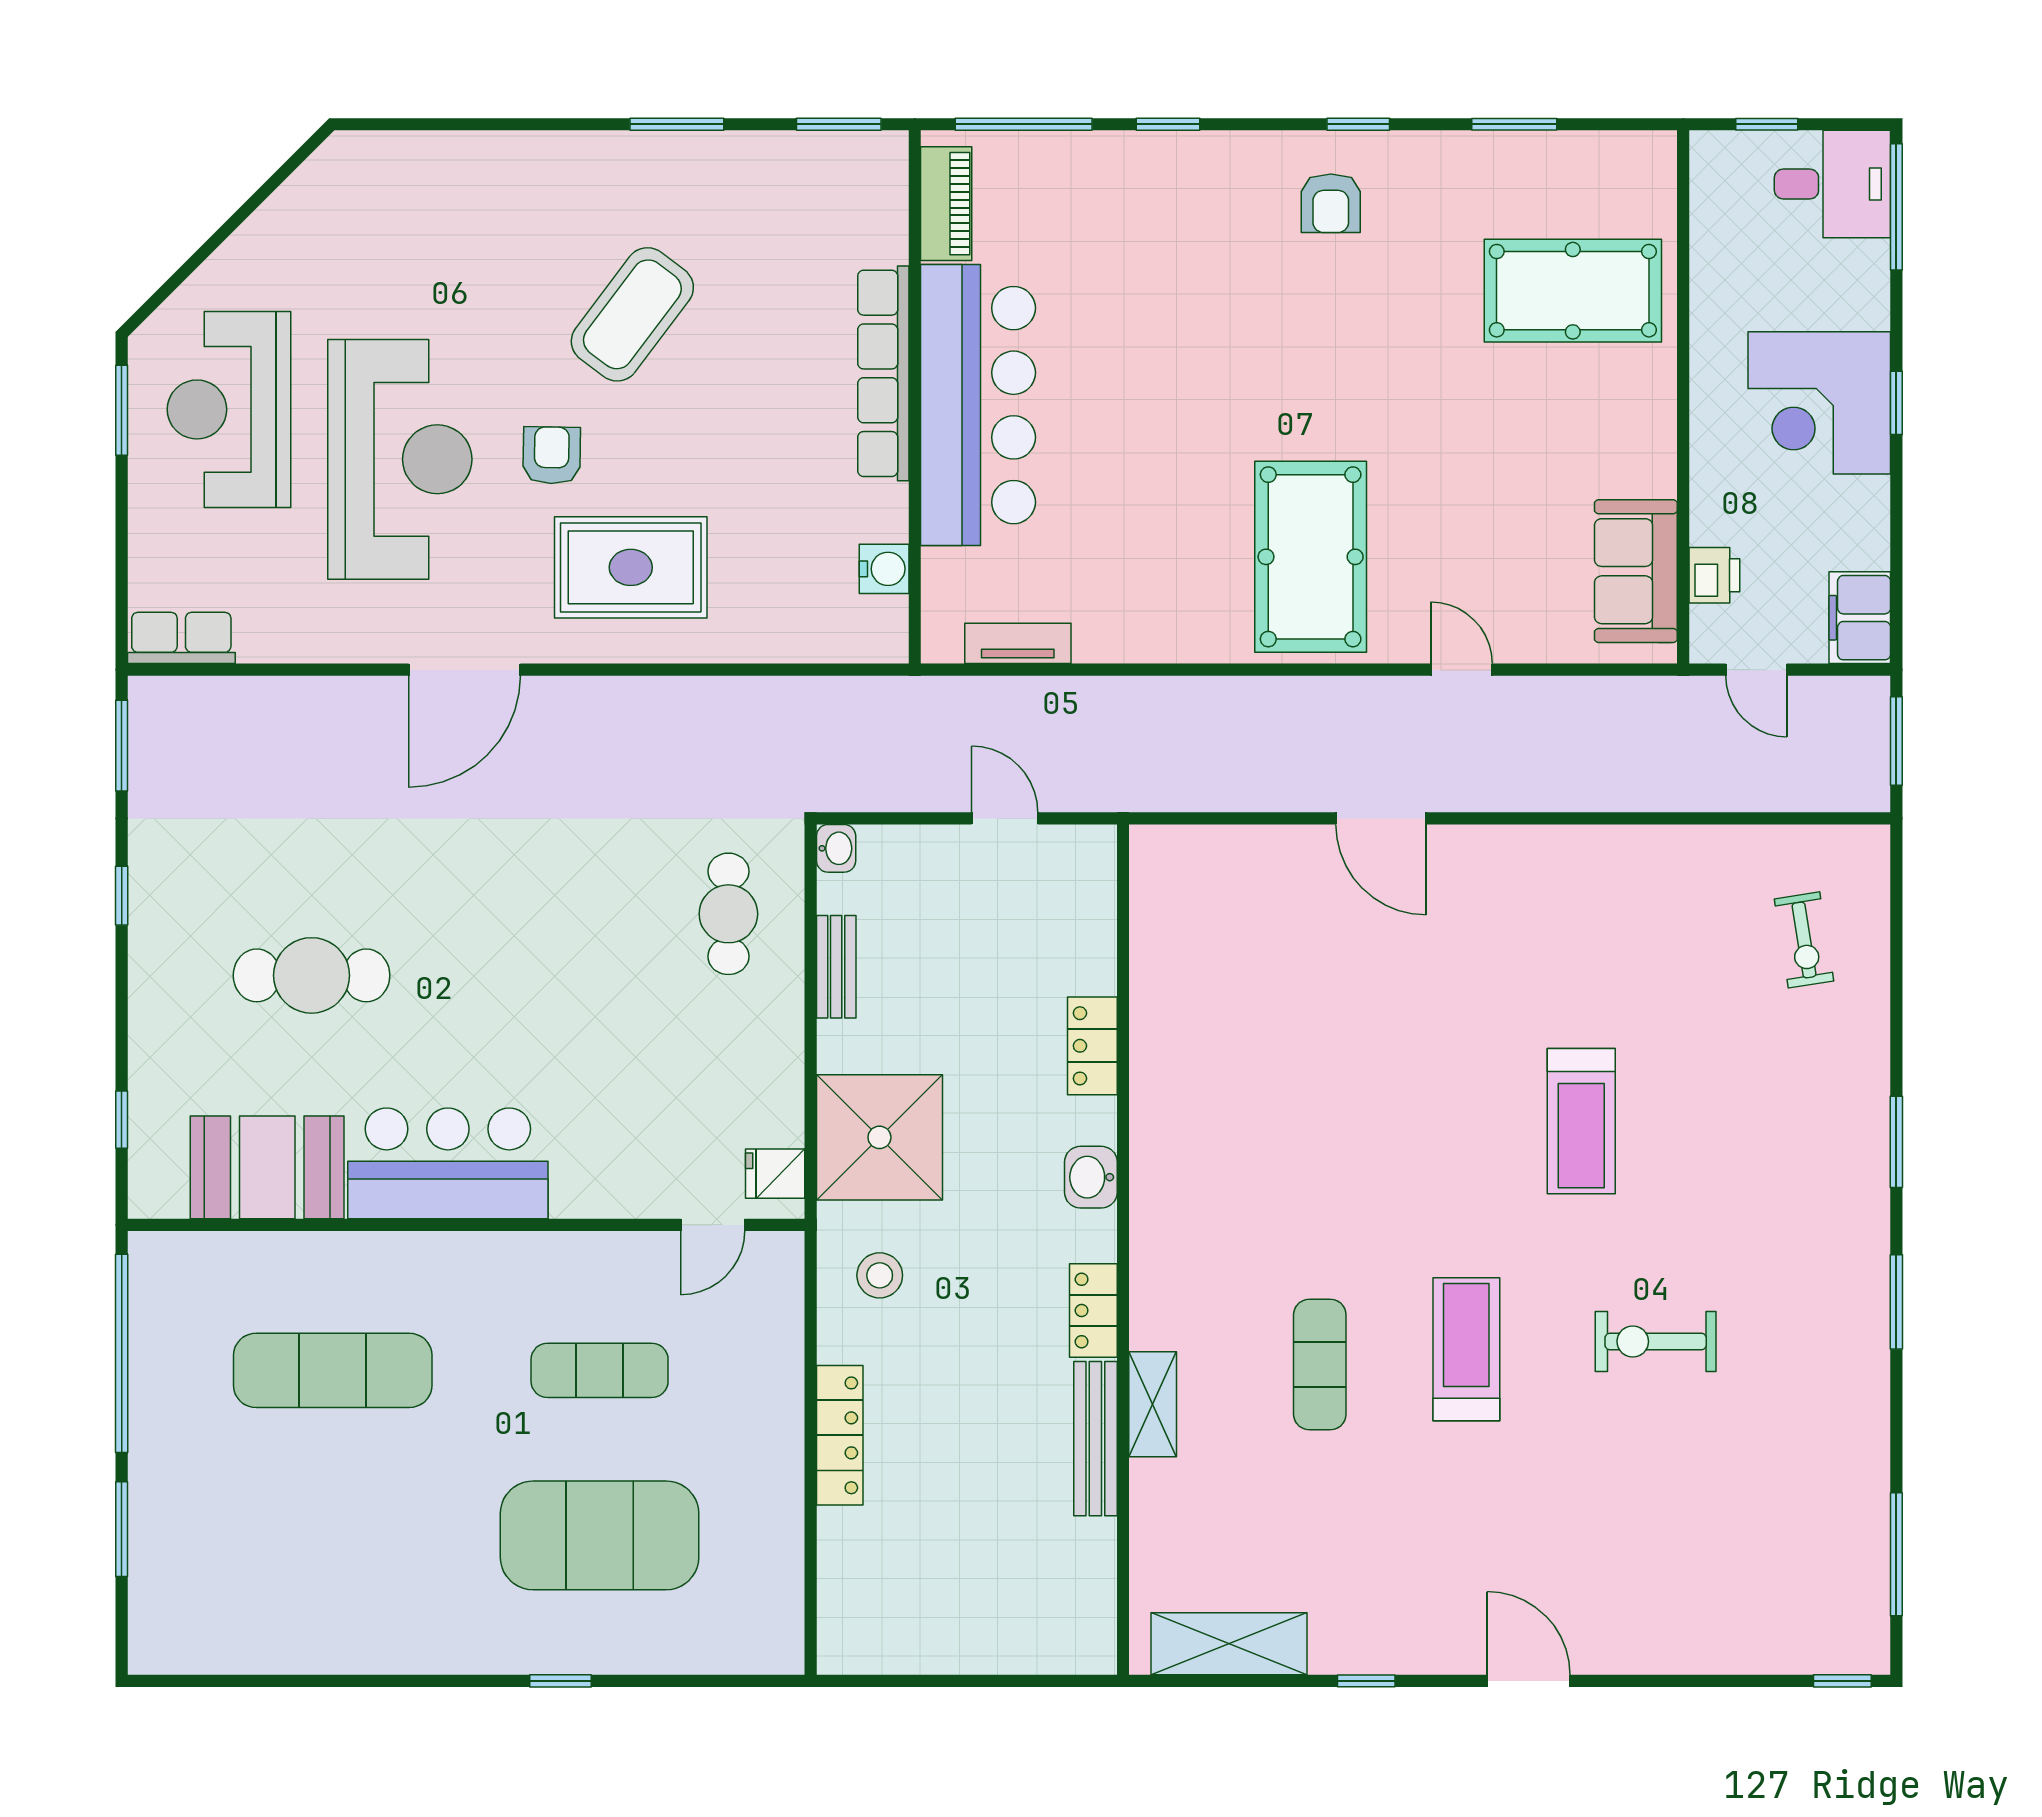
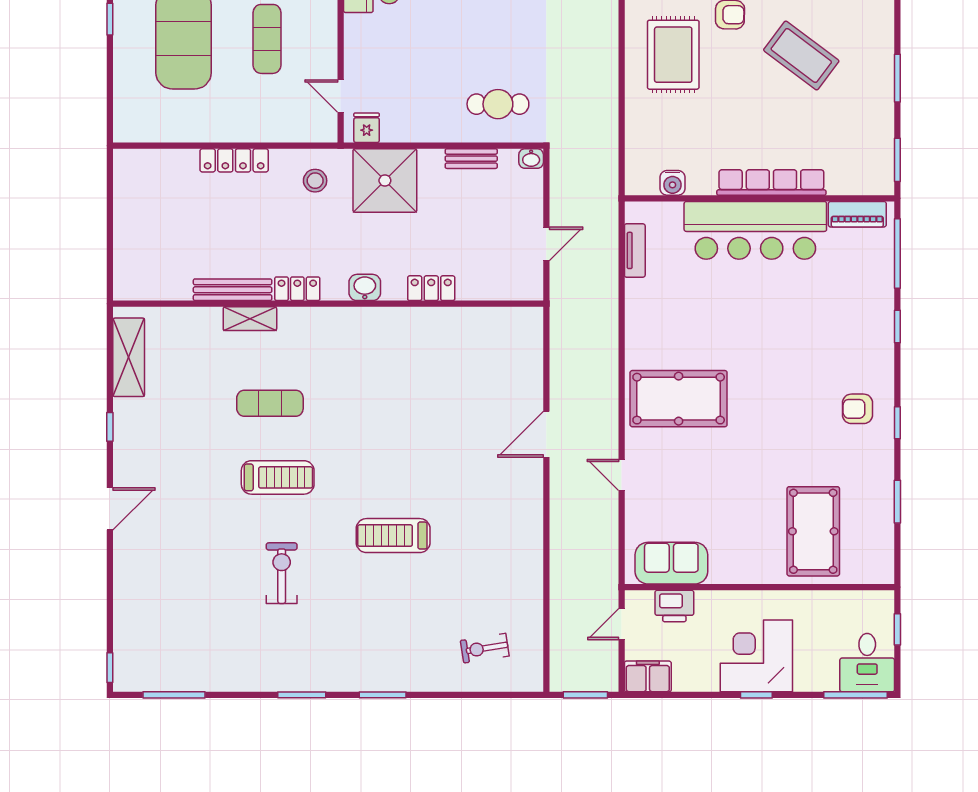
printer: (1714, 575) -> (674, 606), width x1.36, depth x1.24
door: (1461, 670) -> (622, 475), swing flipped

